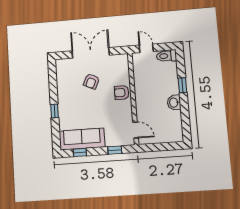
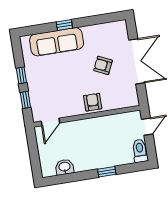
washbasin: (174, 103) -> (65, 167), moved
sofa: (82, 139) -> (57, 42), moved, turned 90
window: (80, 152) -> (21, 75), moved

